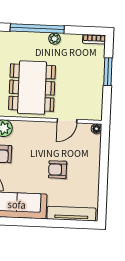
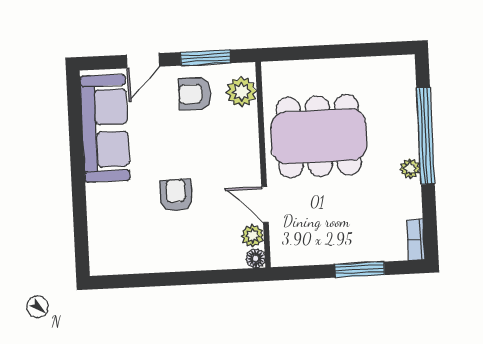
plant: (84, 129) -> (253, 236), added
tv unit: (71, 214) -> (99, 227), removed

